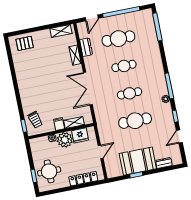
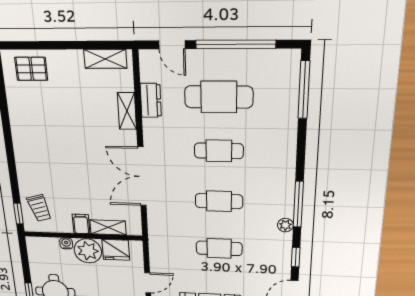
door: (92, 18) -> (172, 45), hinge flipped
cafe table: (135, 121) -> (219, 248), width x0.73, depth x0.74

